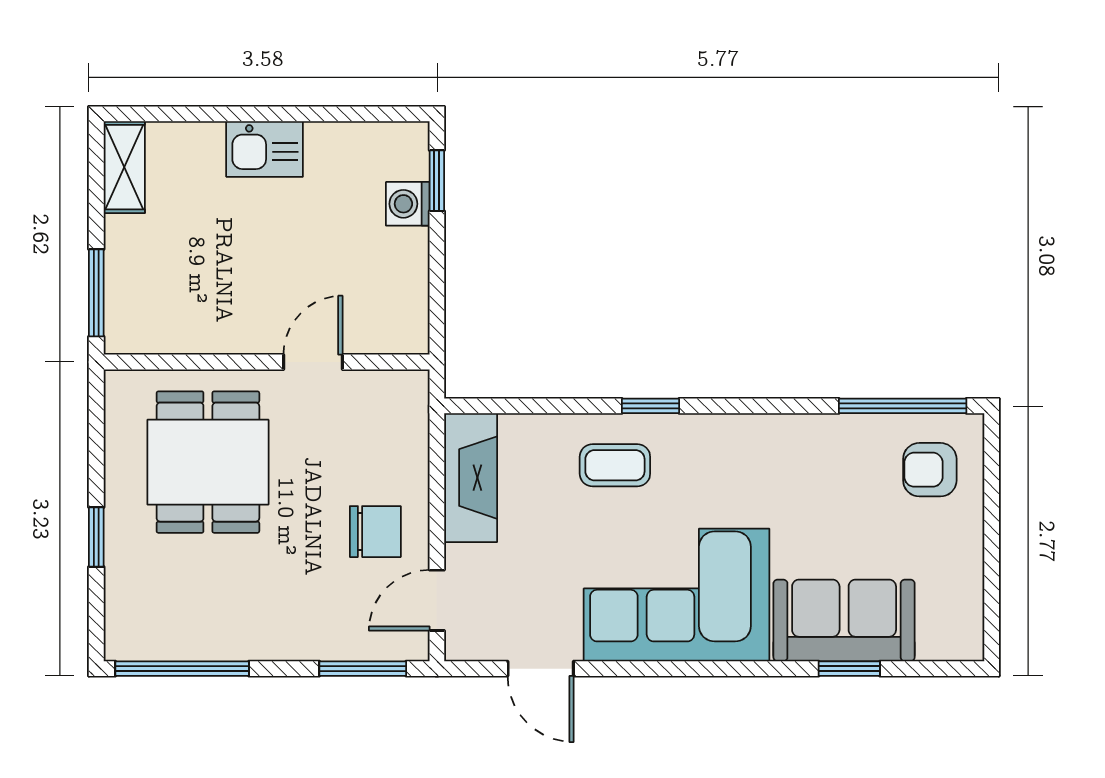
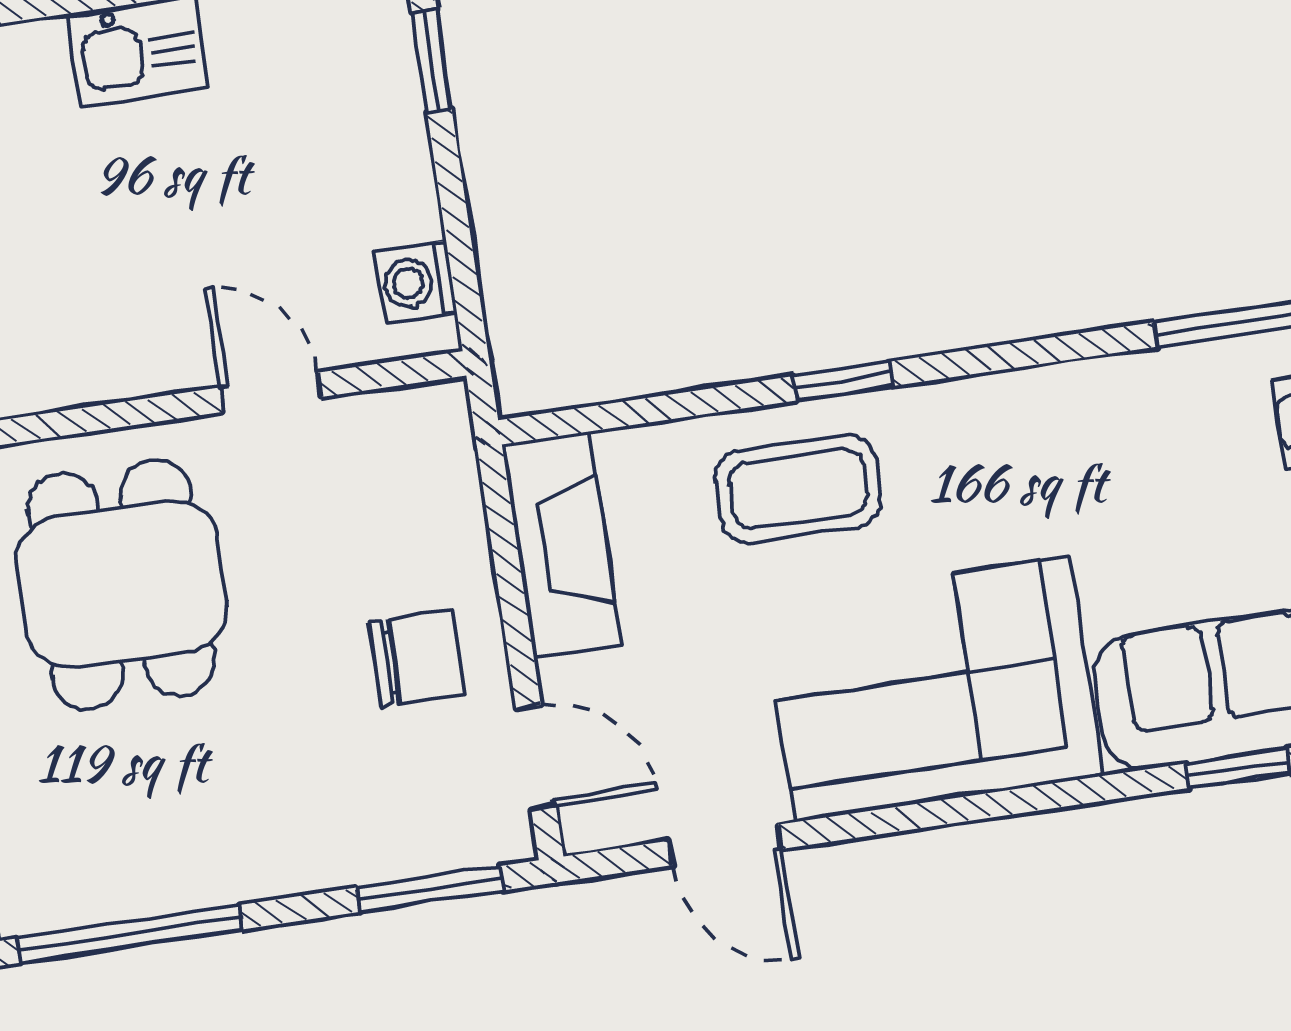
washing machine: (408, 204) -> (416, 282), moved
door: (313, 362) -> (271, 392), hinge flipped
coffee table: (615, 465) -> (798, 489), width x1.36, depth x1.30
door: (437, 600) -> (536, 757), swing flipped

